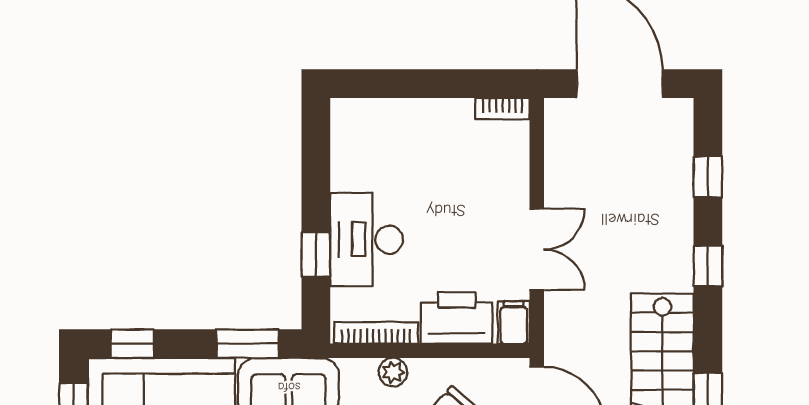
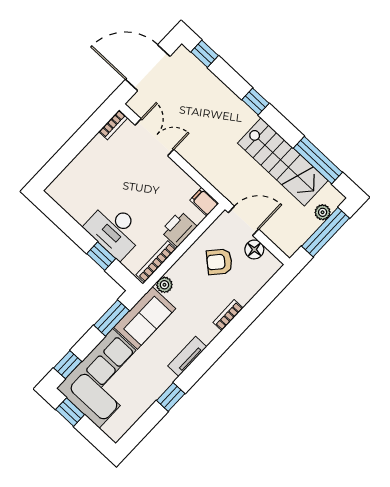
window: (708, 177) -> (205, 54), moved
double door: (537, 249) -> (154, 137), moved
printer: (457, 318) -> (179, 229), width x0.73, depth x0.84
plant: (393, 372) -> (164, 285), moved

